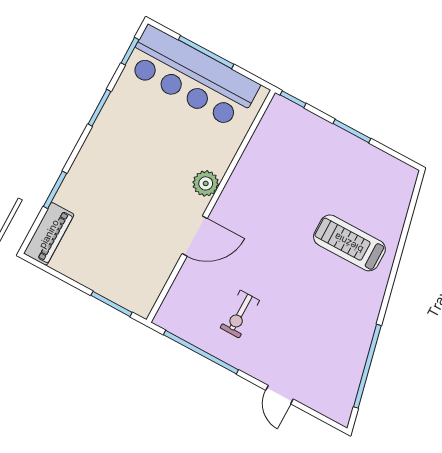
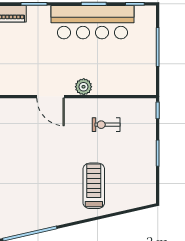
bar counter: (192, 77) -> (92, 22), moved, turned -90
exercise bike: (240, 314) -> (106, 125), moved

